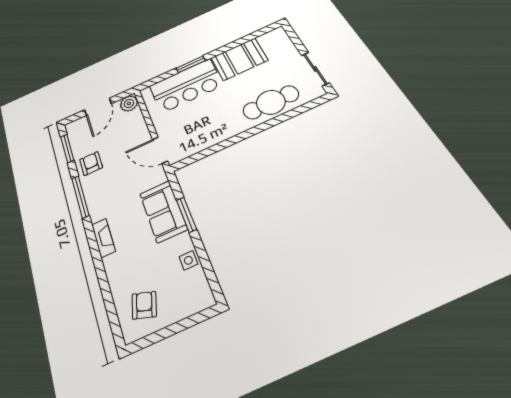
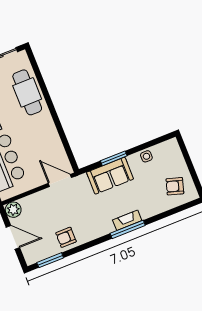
door: (160, 150) -> (60, 180), swing flipped
window: (80, 197) -> (128, 229), moved

